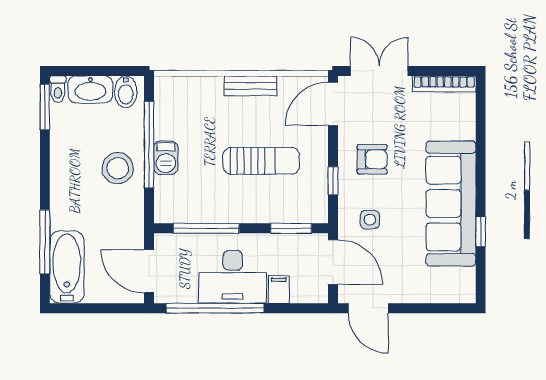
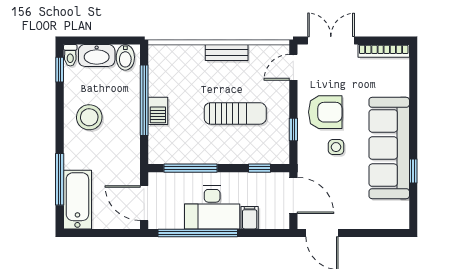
door: (333, 104) -> (293, 67), width x0.73
window: (45, 107) -> (60, 70), width x0.67
armchair: (372, 159) -> (325, 112), width x1.38, depth x1.38
stool: (118, 168) -> (89, 117), moved
side table: (370, 220) -> (336, 147), moved
window: (291, 228) -> (260, 168), width x0.67

